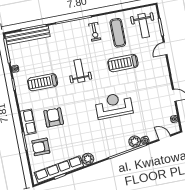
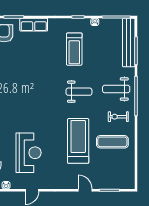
weight bench: (144, 26) -> (116, 89), moved
treadmill: (123, 63) -> (78, 141), width x1.37, depth x1.38
treadmill: (43, 82) -> (74, 49), turned 180
reception desk: (114, 106) -> (29, 153), moved
armchair: (54, 117) -> (33, 54), removed

